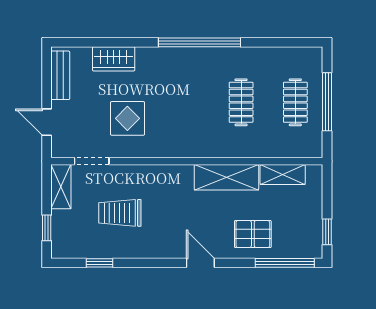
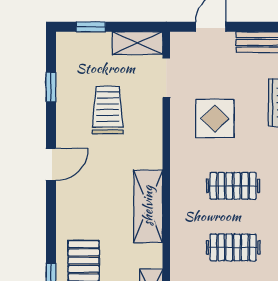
clothes rail: (187, 102) -> (233, 186), added
shelving: (226, 177) -> (148, 206), moved
door: (200, 263) -> (51, 164), moved

